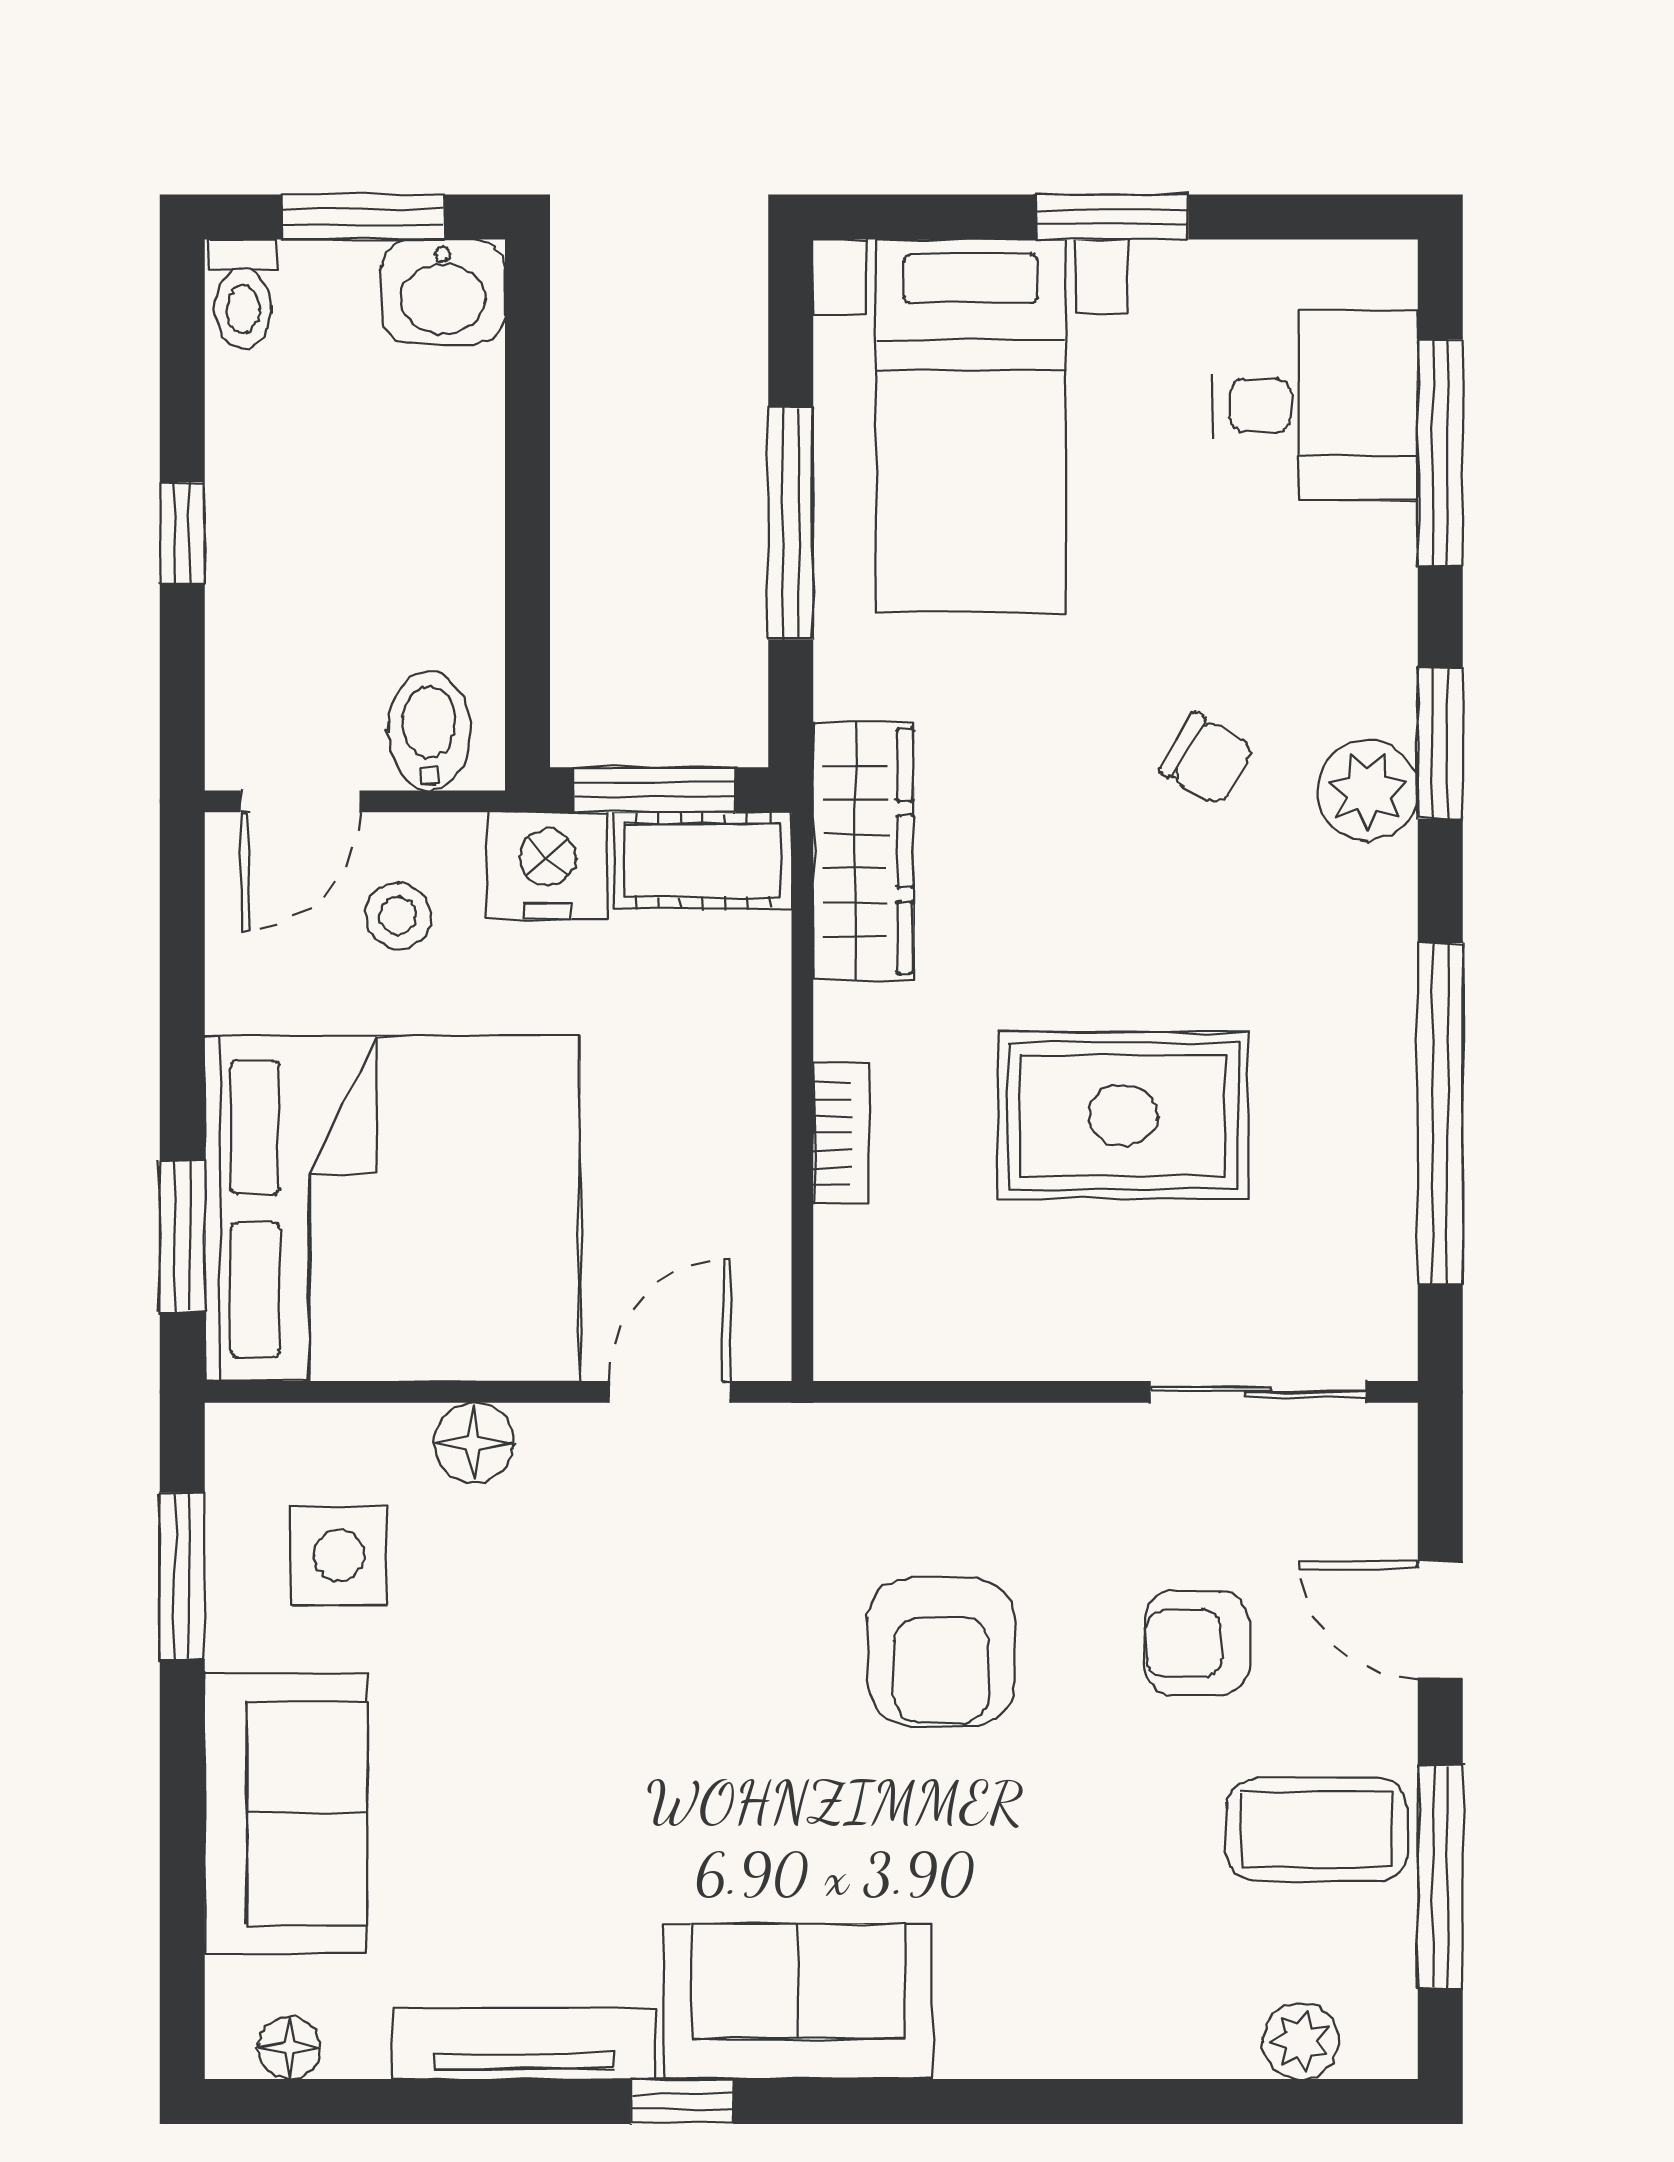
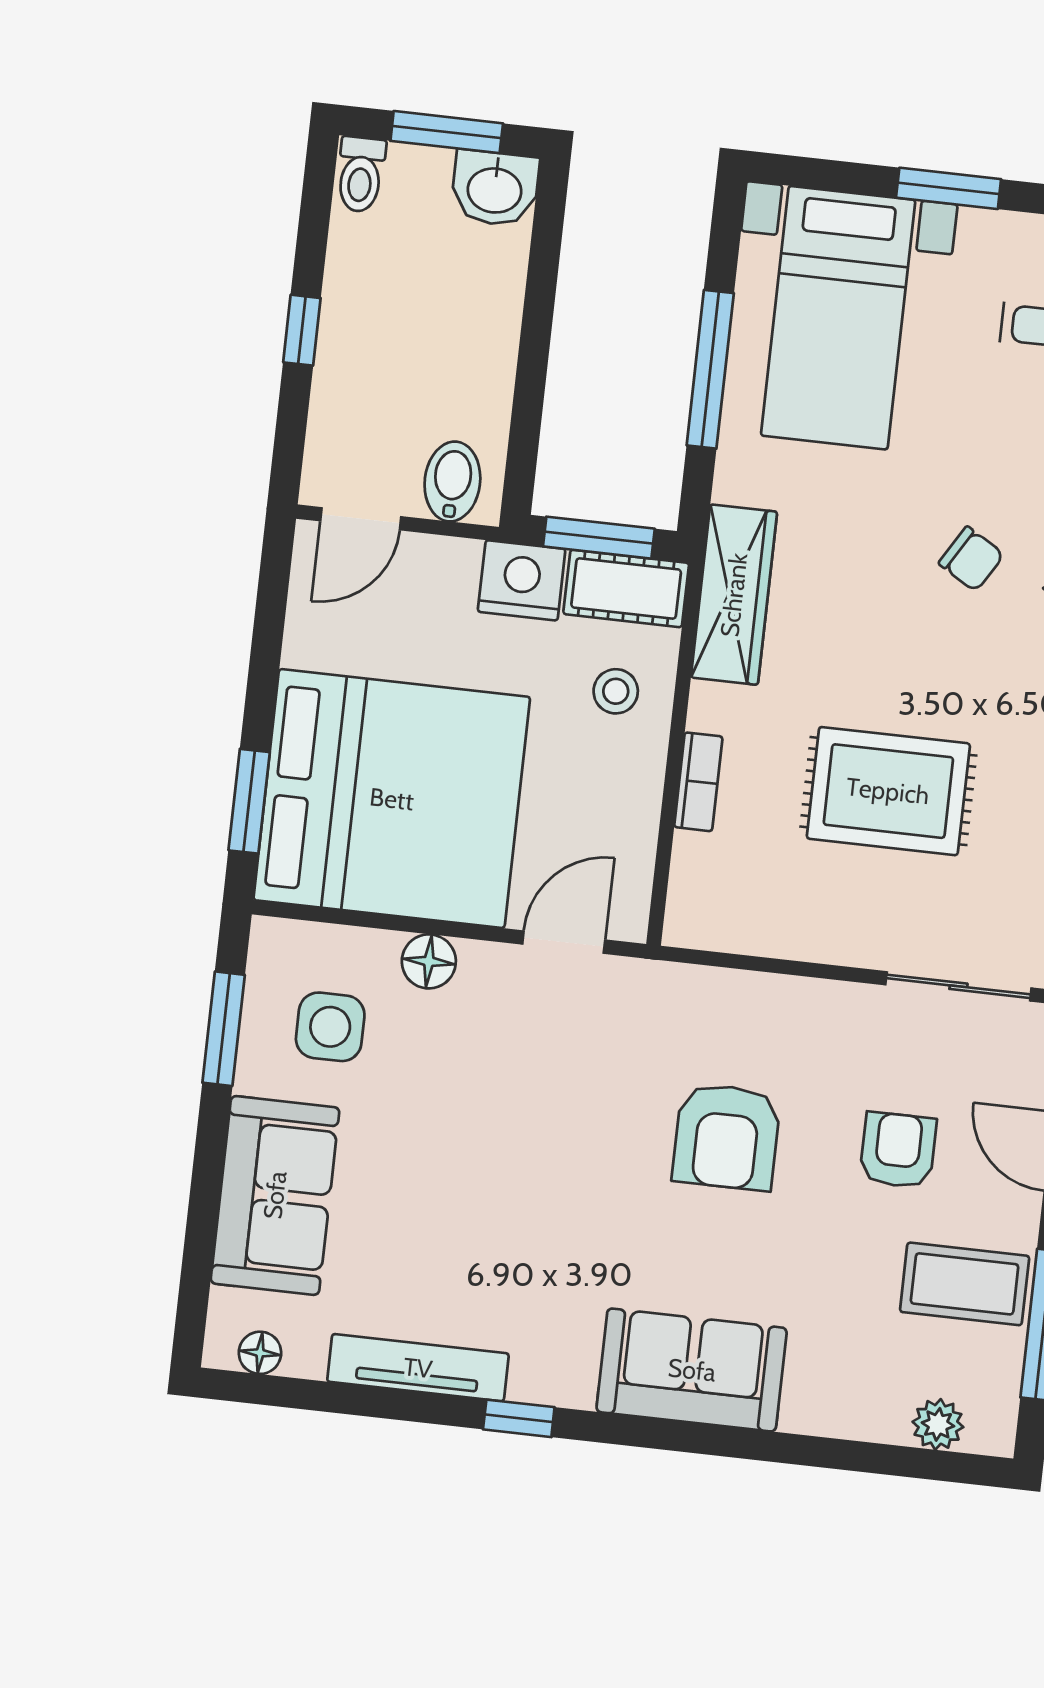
stool: (398, 916) -> (616, 691), moved
armchair: (1197, 1643) -> (898, 1150), turned 90
sofa: (798, 2002) -> (692, 1370), moved

